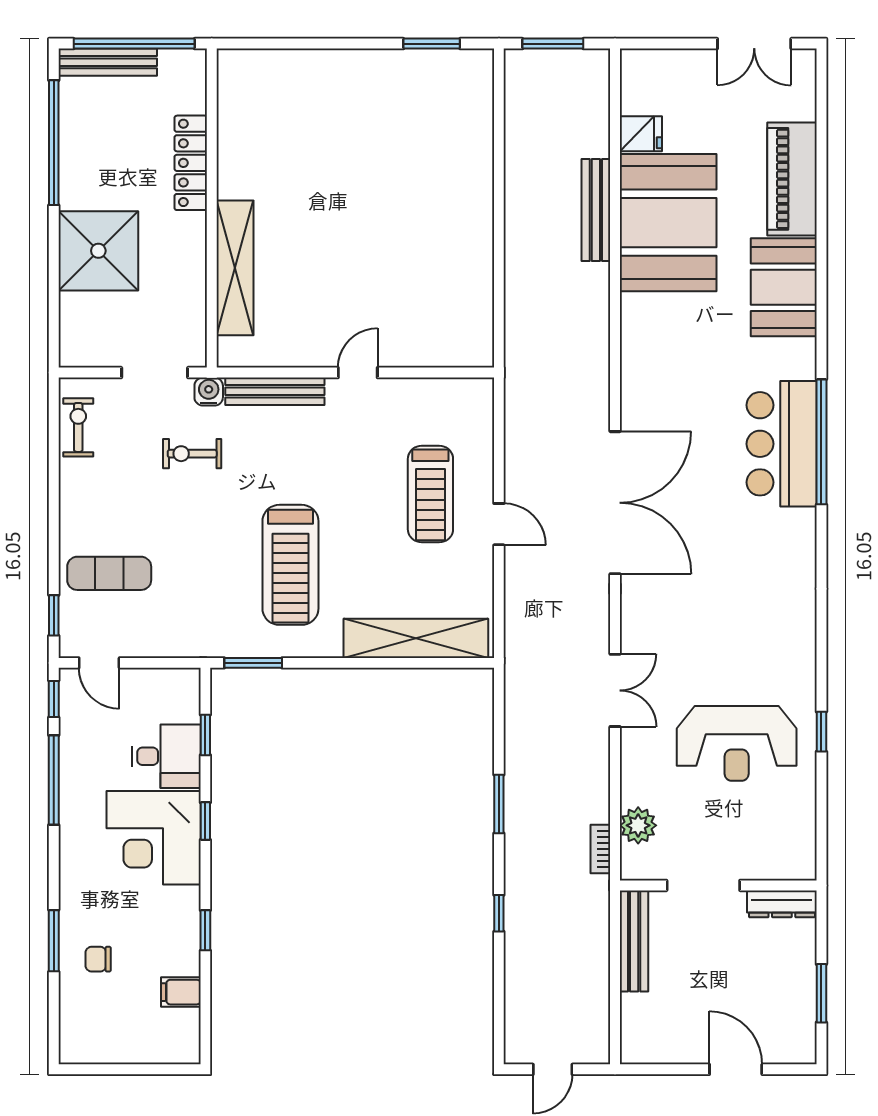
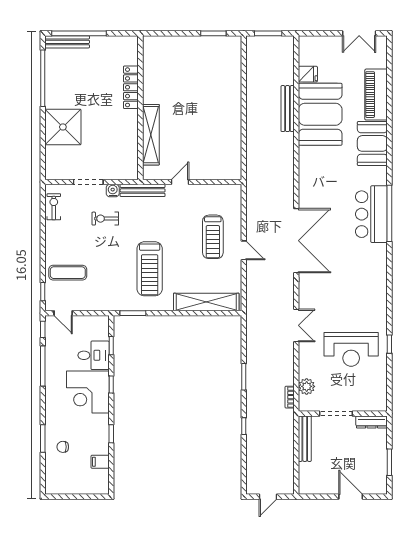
locker: (191, 163) -> (131, 87), moved
wall: (212, 208) -> (140, 108), moved
shelving: (235, 268) -> (151, 135), moved

